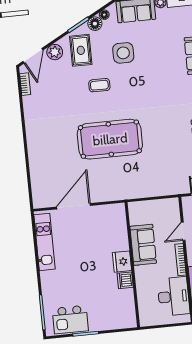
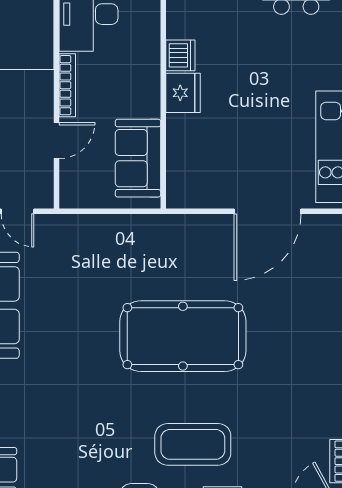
coffee table: (99, 85) -> (193, 444), width x1.86, depth x1.72
sofa: (143, 245) -> (138, 158), moved

